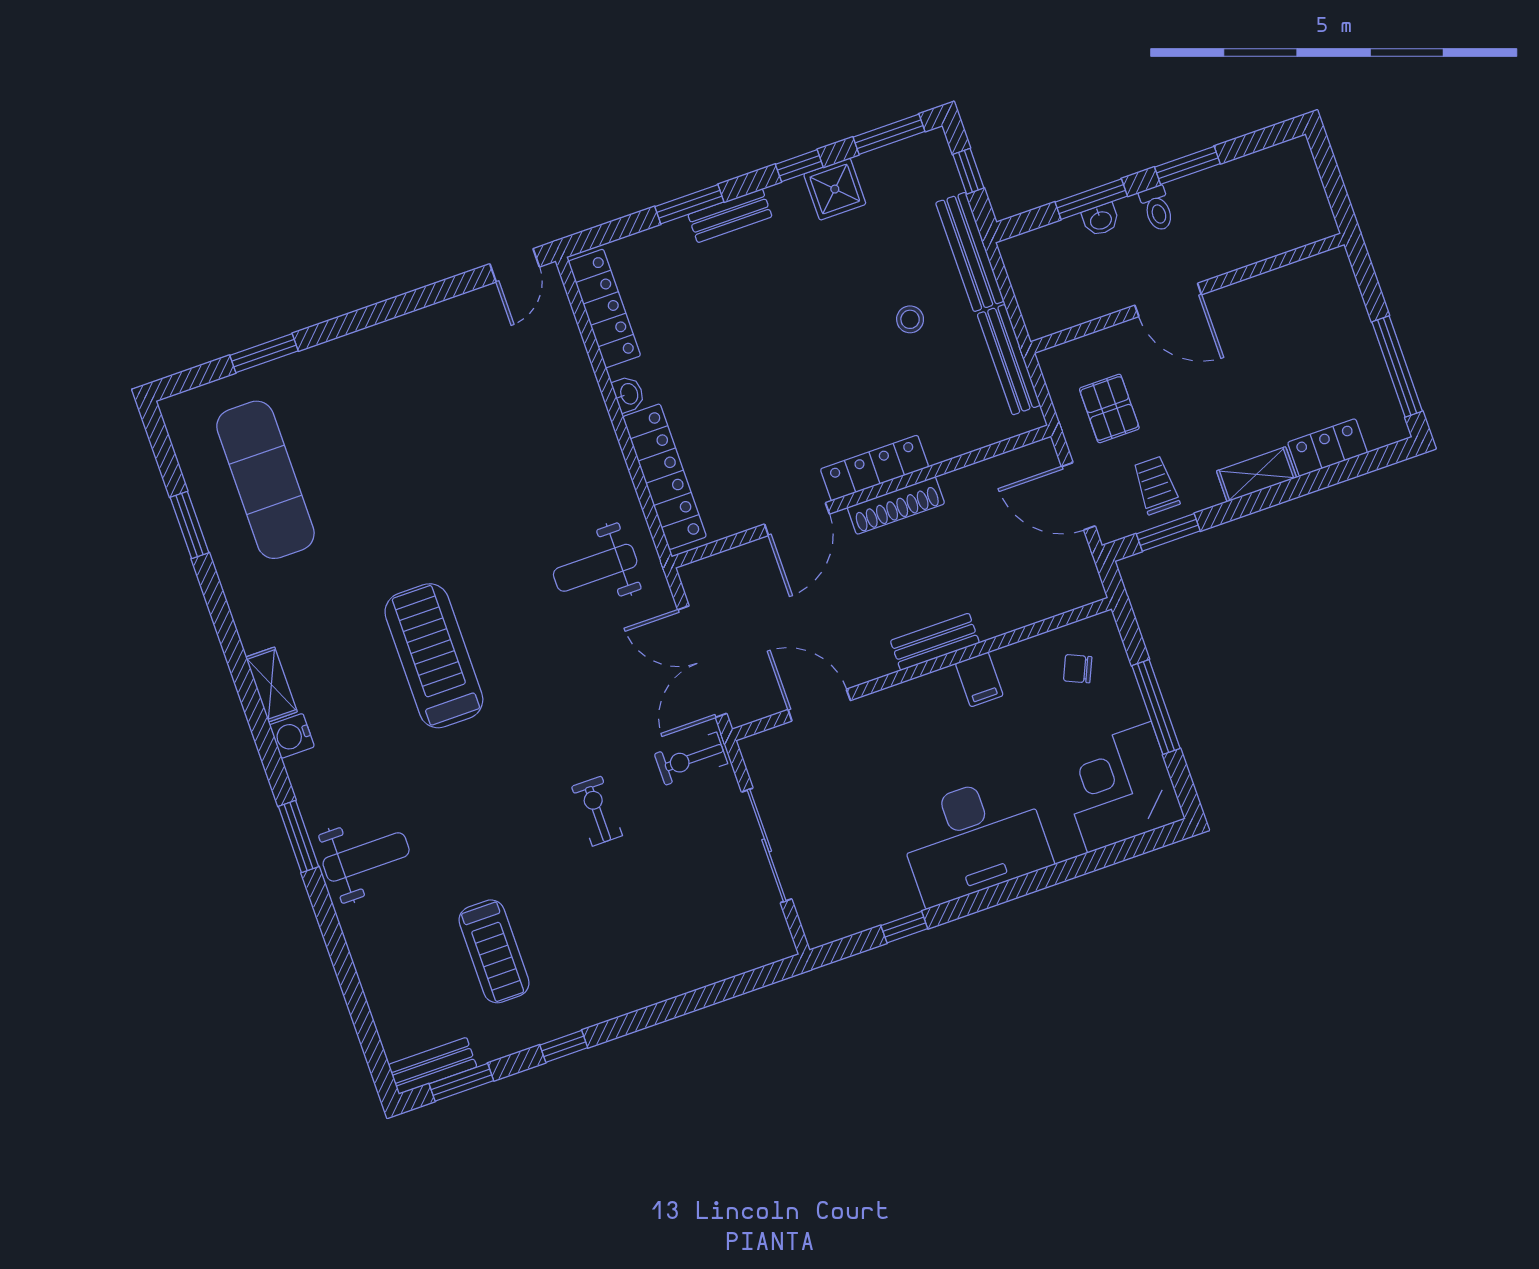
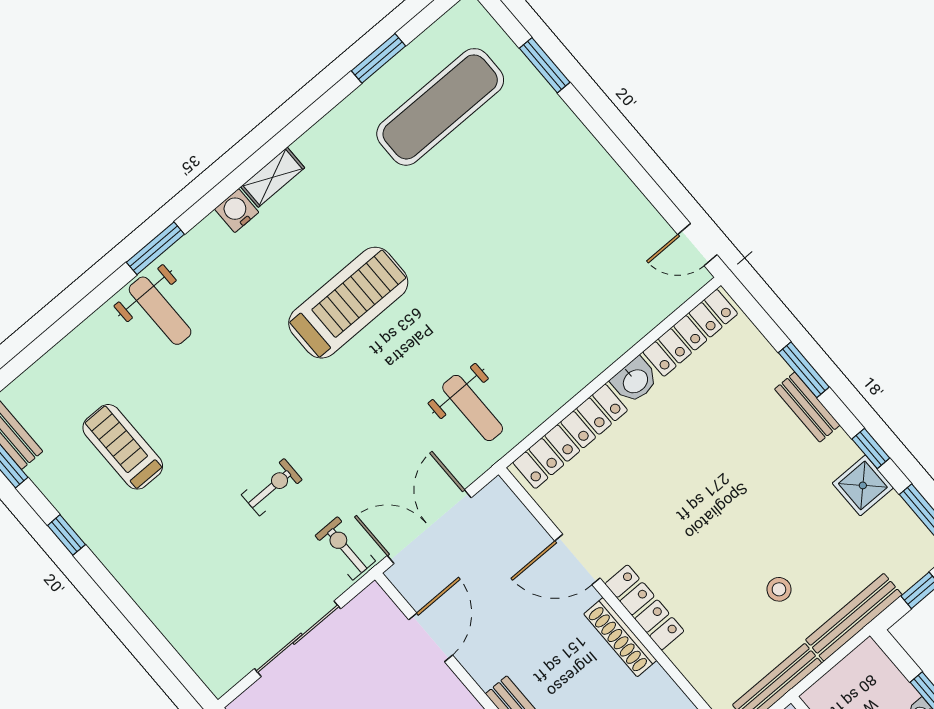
washbasin: (628, 394) -> (635, 380), width x1.38, depth x1.45
weight bench: (595, 568) -> (473, 408), turned 180
treadmill: (494, 951) -> (123, 447), turned 90

